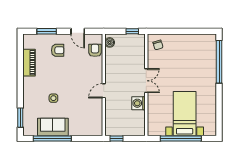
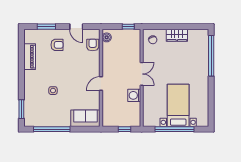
wardrobe: (183, 40) -> (177, 35), added
sofa: (53, 127) -> (85, 118), moved
window: (117, 139) -> (124, 129), moved

